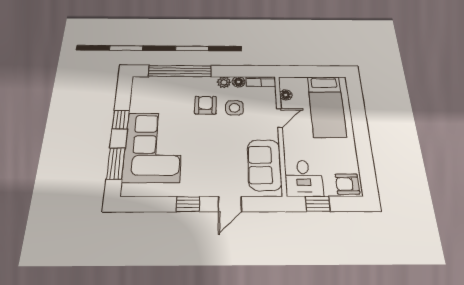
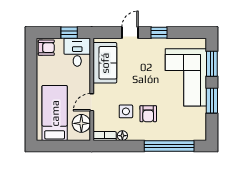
plant: (224, 82) -> (134, 135), removed
floor lamp: (286, 95) -> (81, 123), width x1.89, depth x1.89
window: (121, 120) -> (212, 101), width x1.50

